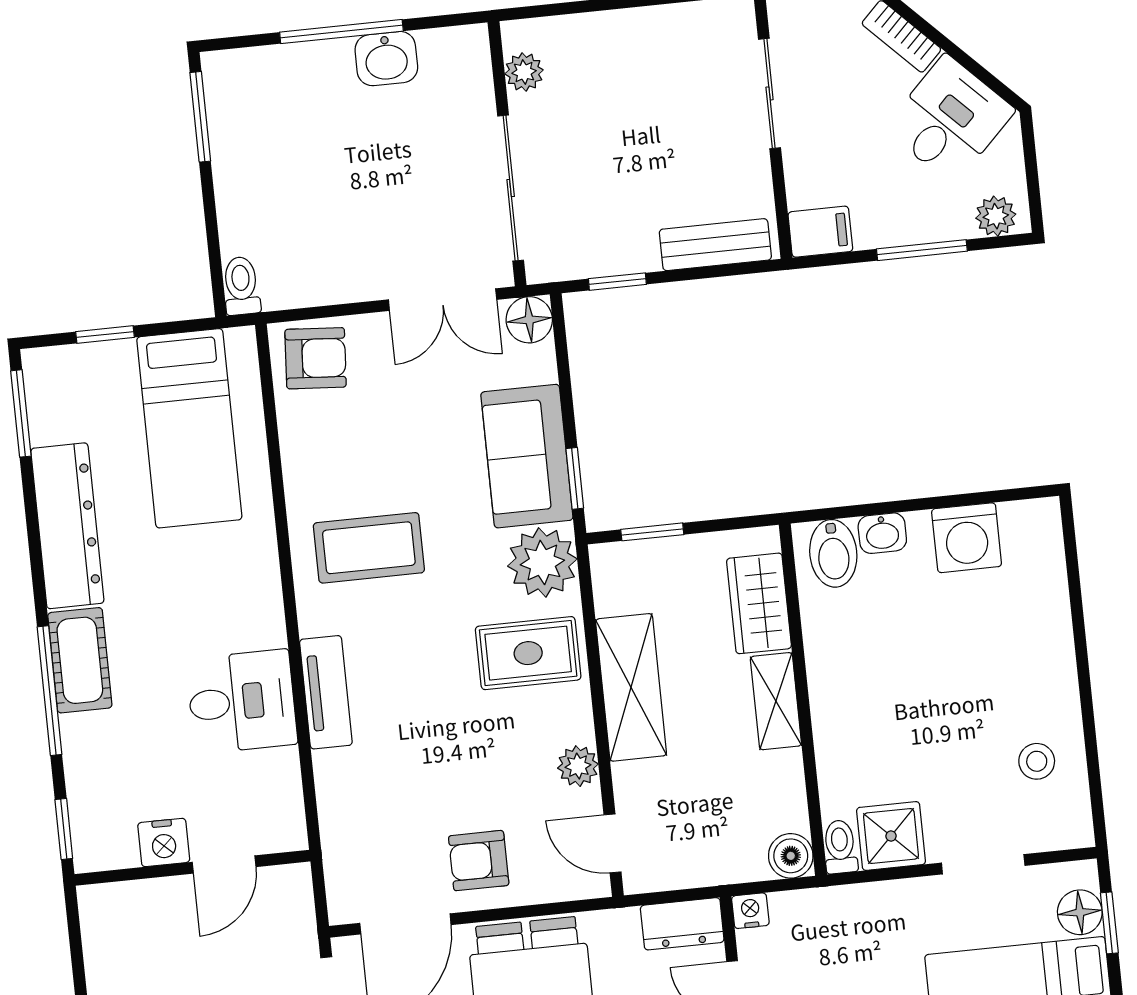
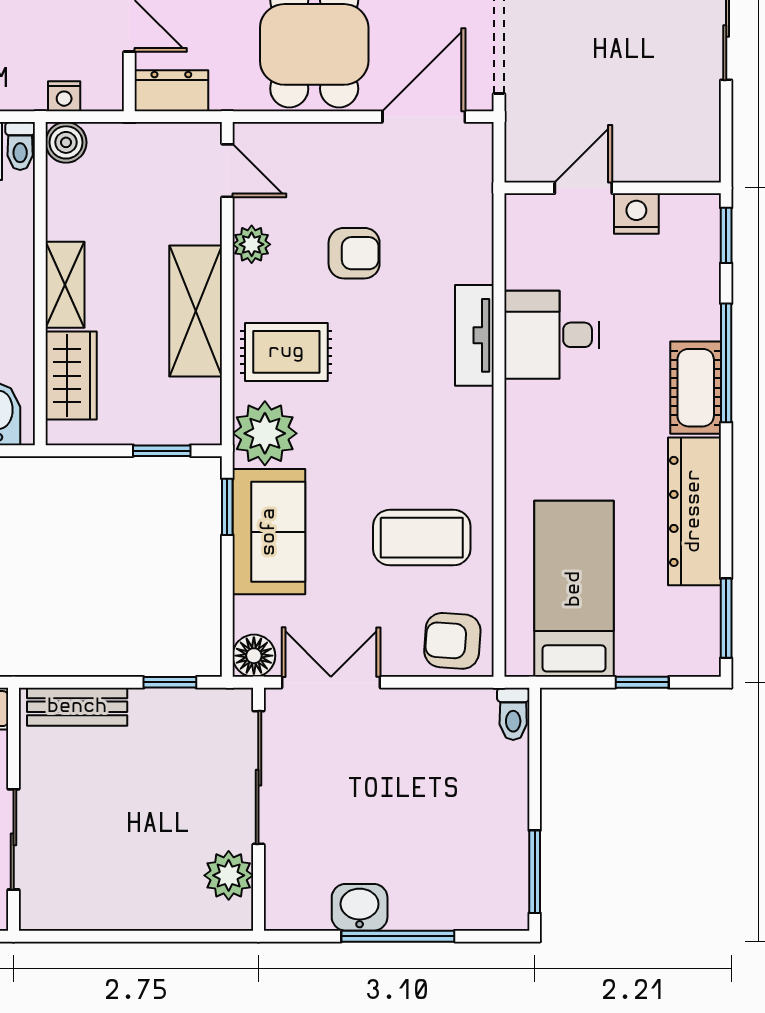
plant: (524, 72) -> (229, 875), width x1.38, depth x1.38
coffee table: (369, 548) -> (422, 538), moved
armchair: (479, 861) -> (354, 253), moved
nightstand: (750, 911) -> (64, 96), moved

